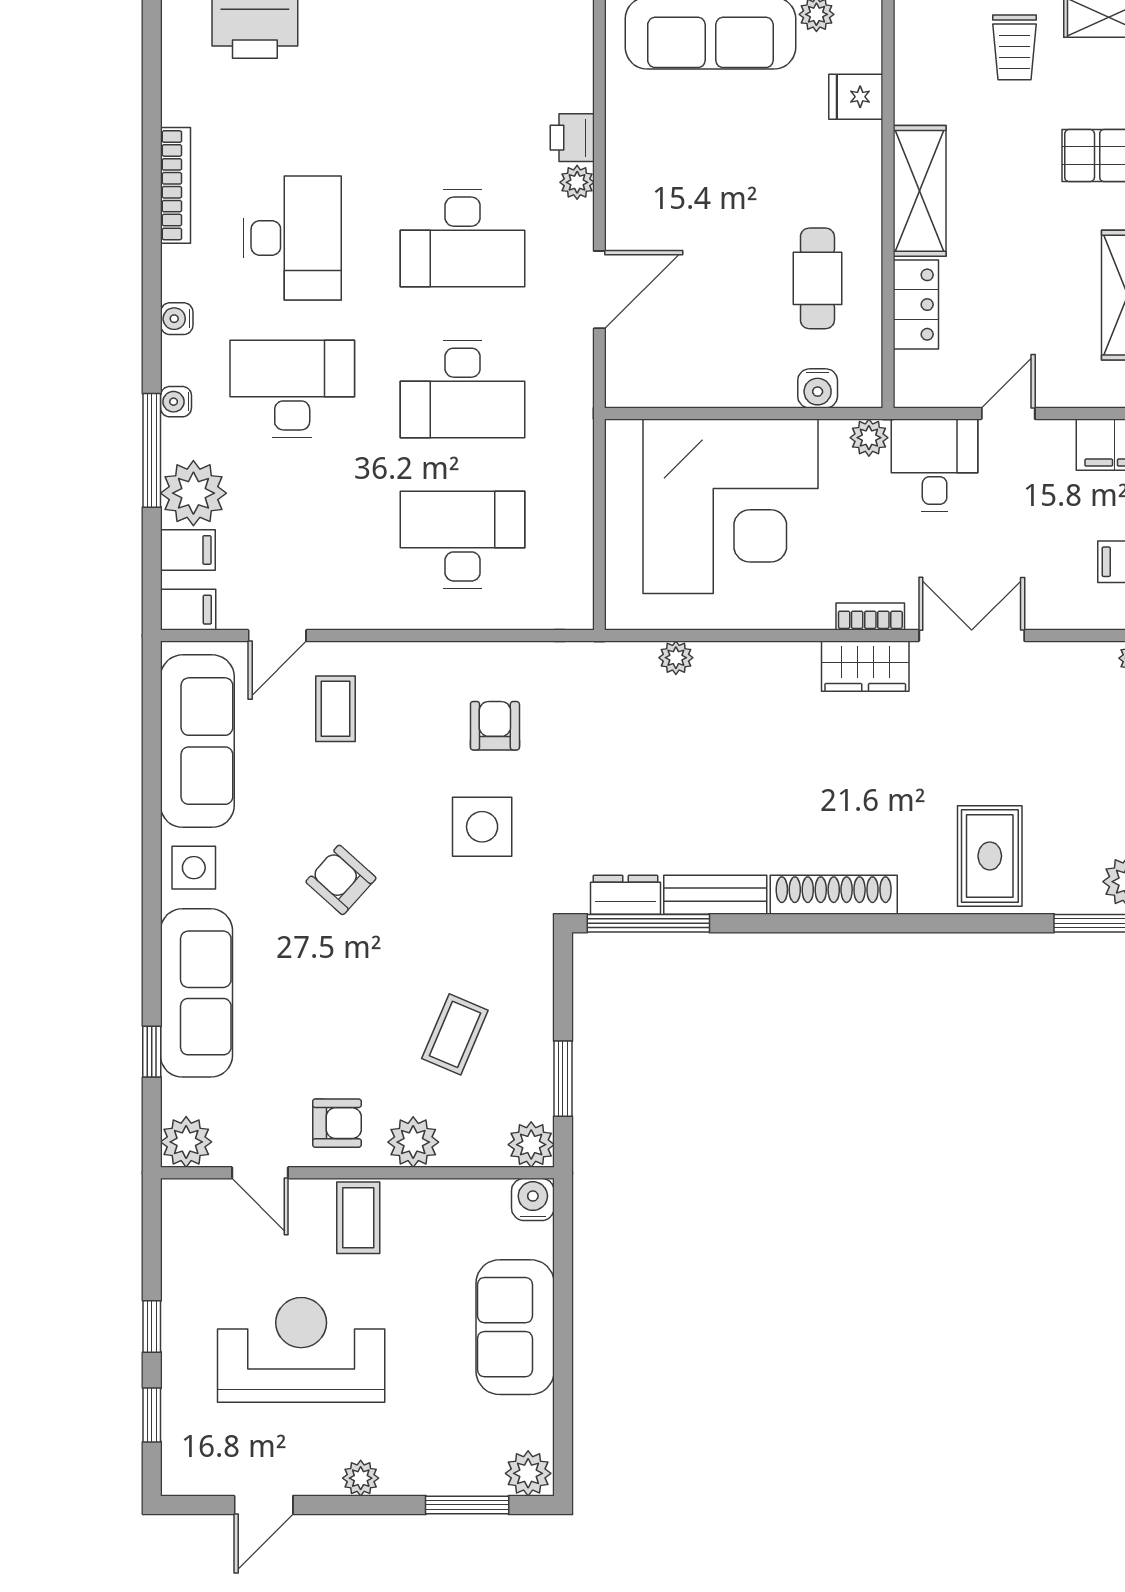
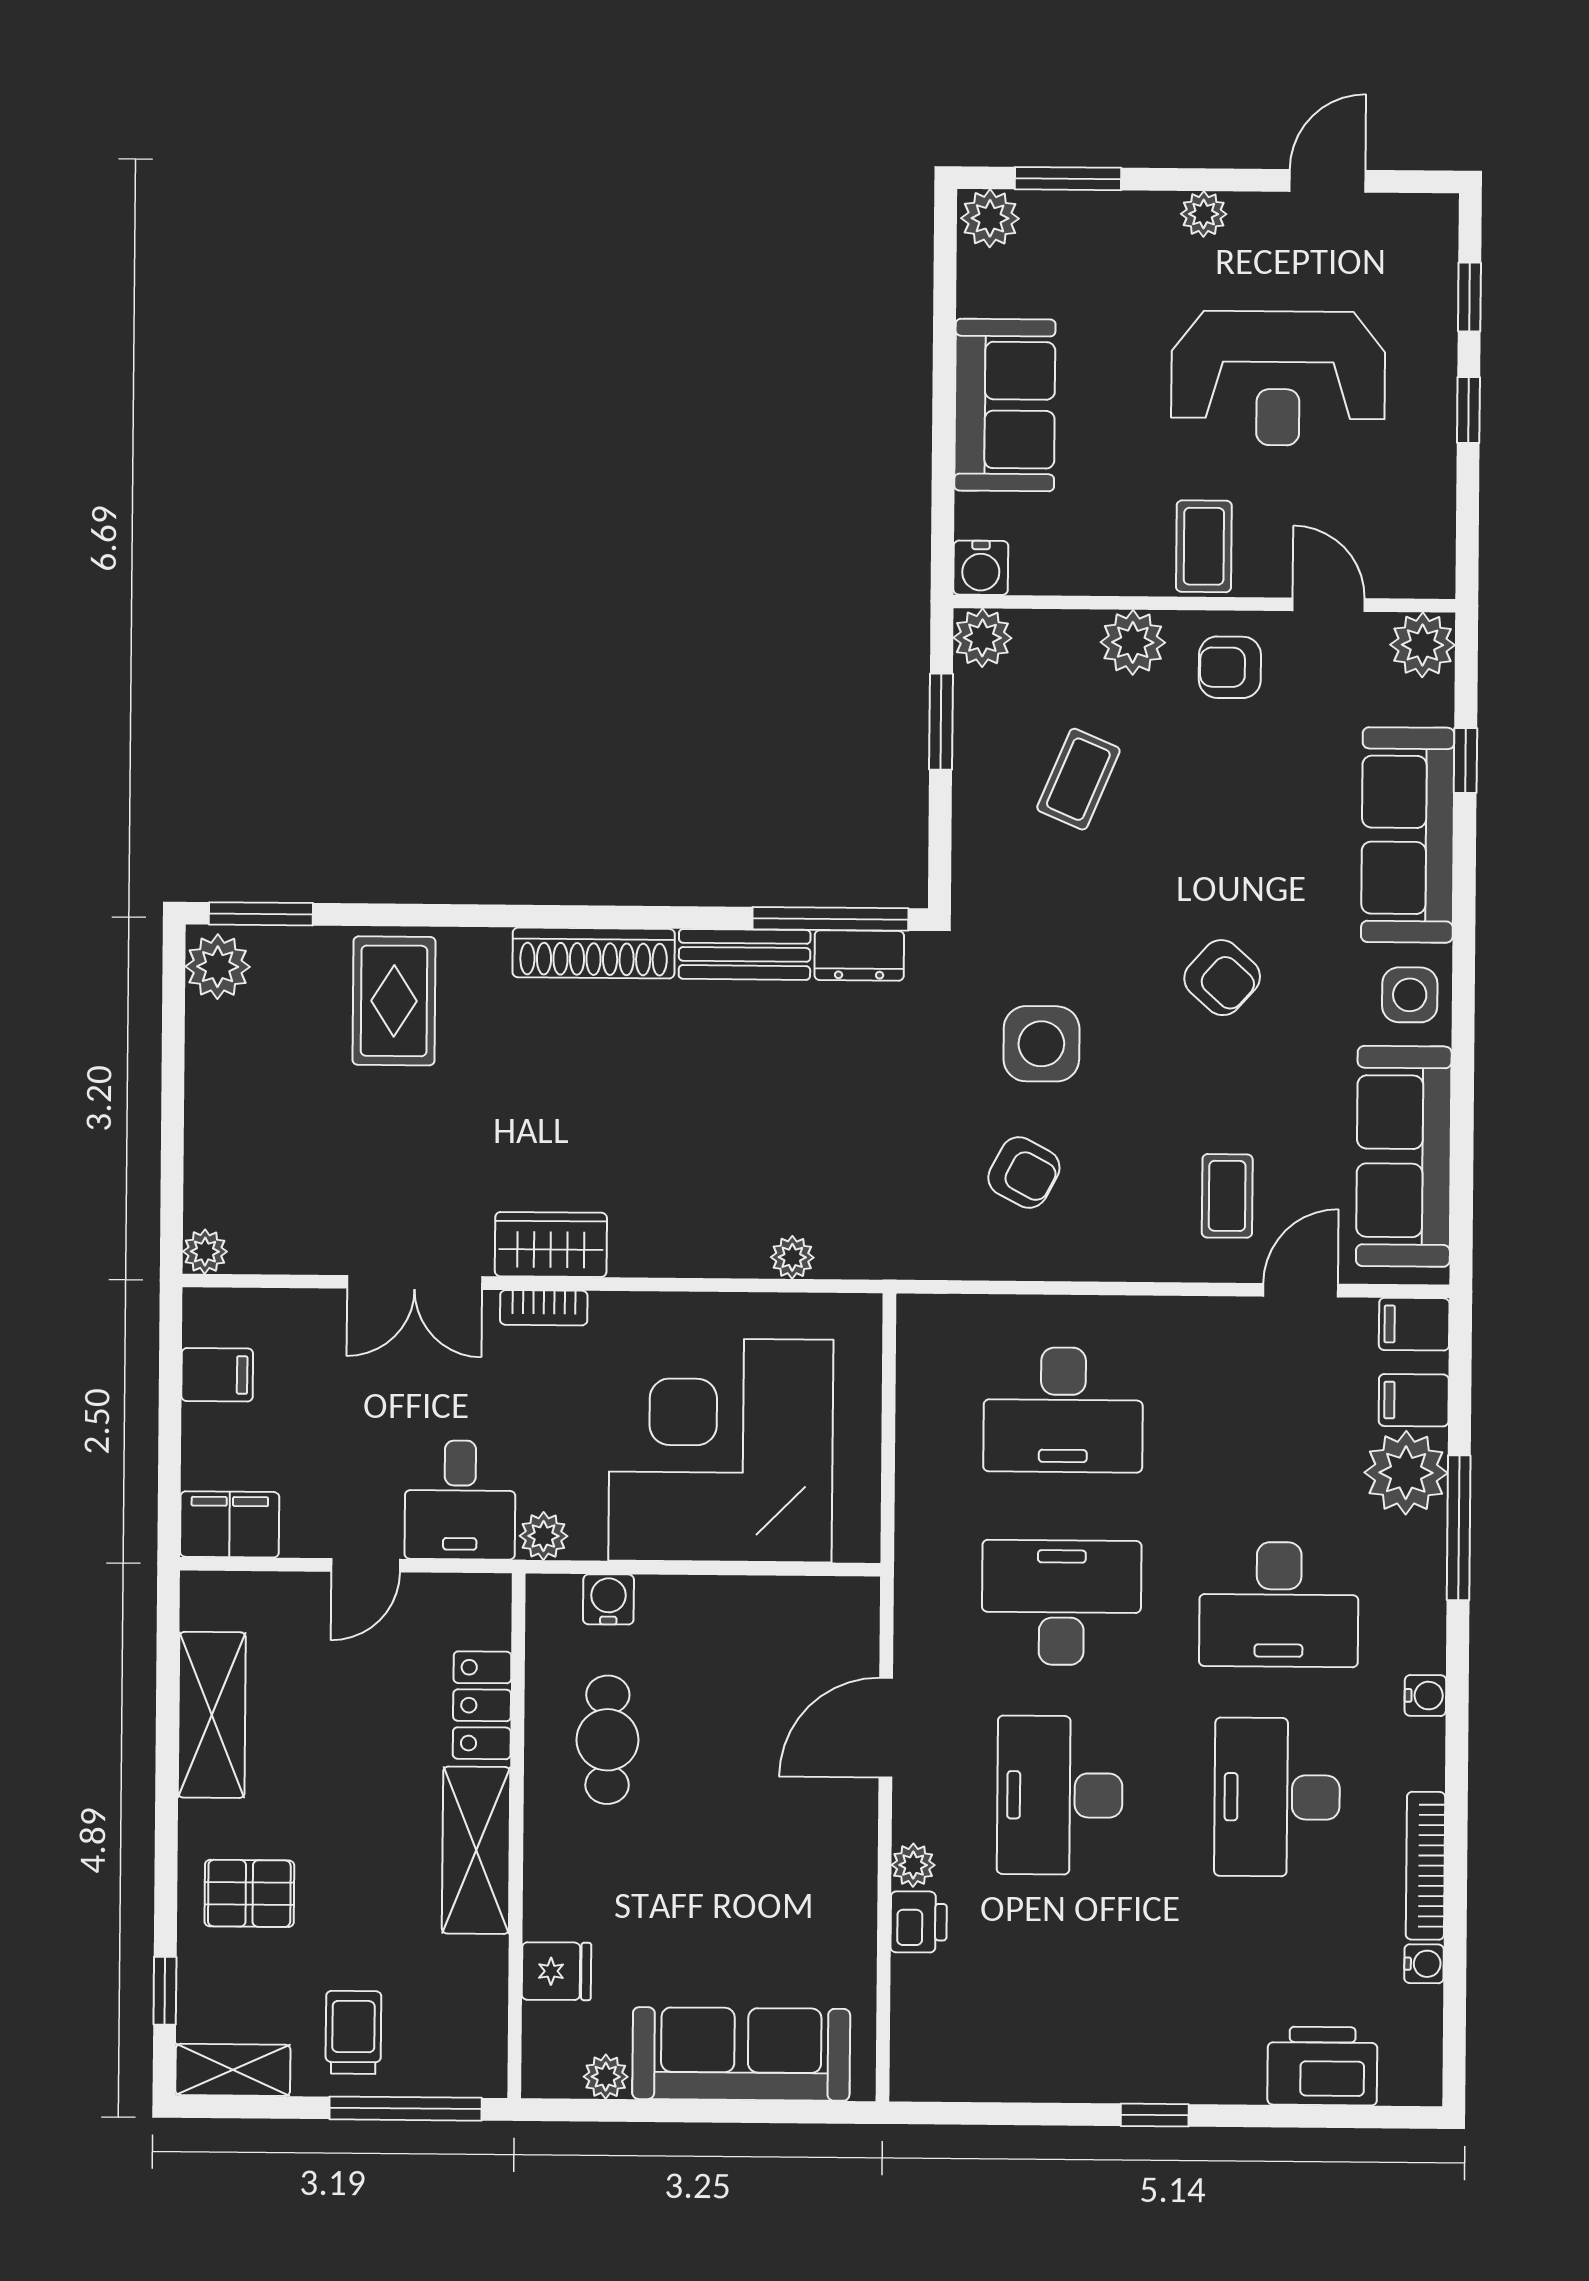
desk: (463, 238) -> (1060, 1795), turned -90
water cooler: (176, 402) -> (1424, 1964), moved
armchair: (495, 726) -> (1024, 1173), turned -62

